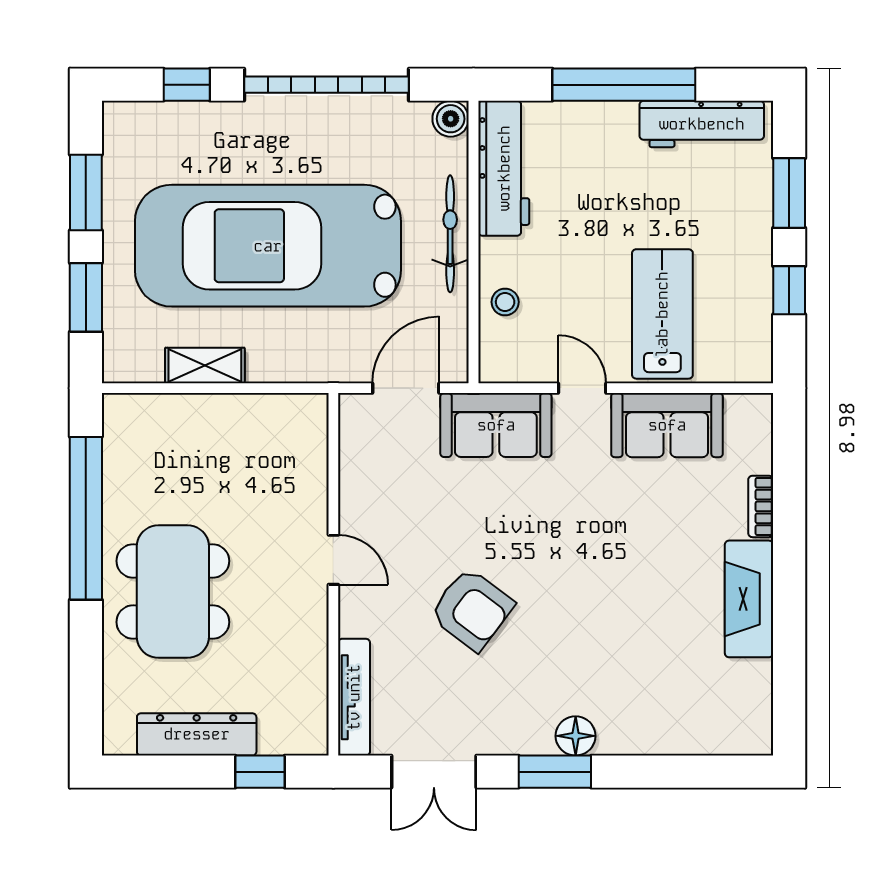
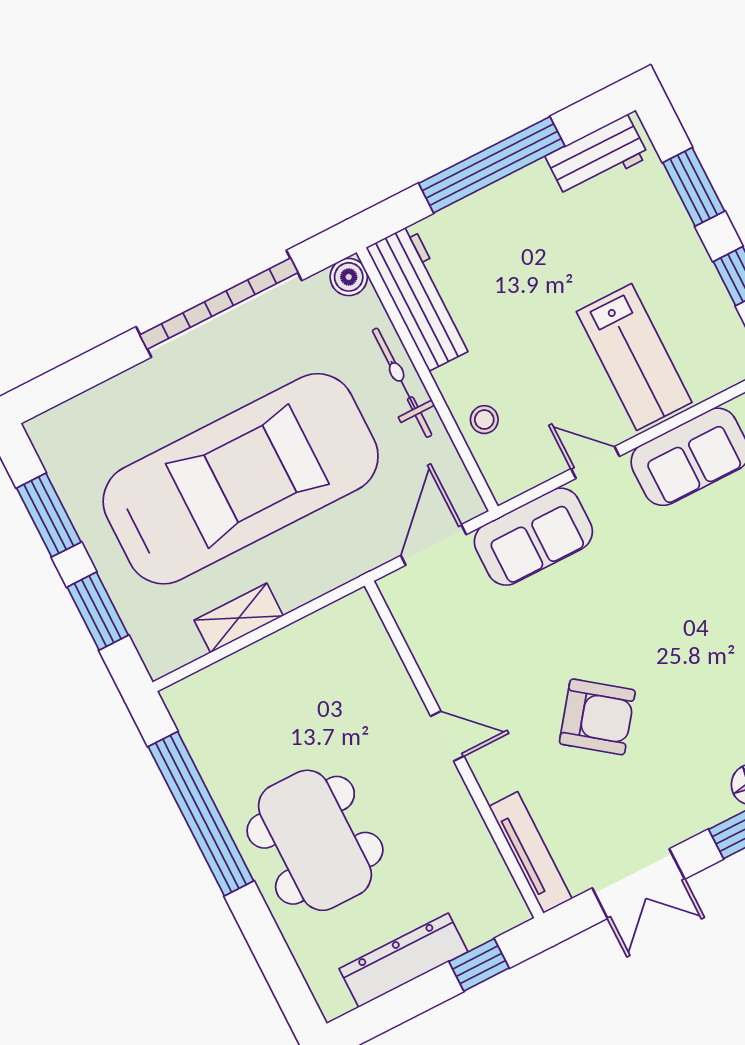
window: (187, 85) -> (91, 369), removed
workbench: (702, 124) -> (597, 157), width x0.73
car: (268, 246) -> (241, 479), turned 180
lab bench: (662, 314) -> (634, 357), turned 180

